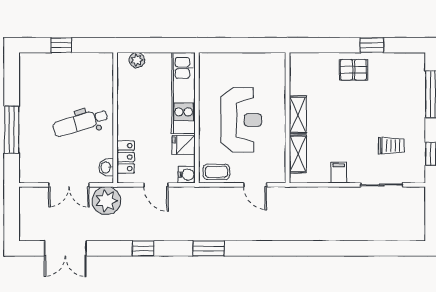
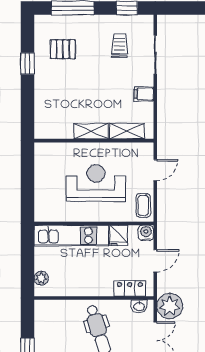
pallet: (354, 70) -> (63, 49), moved, turned 90

